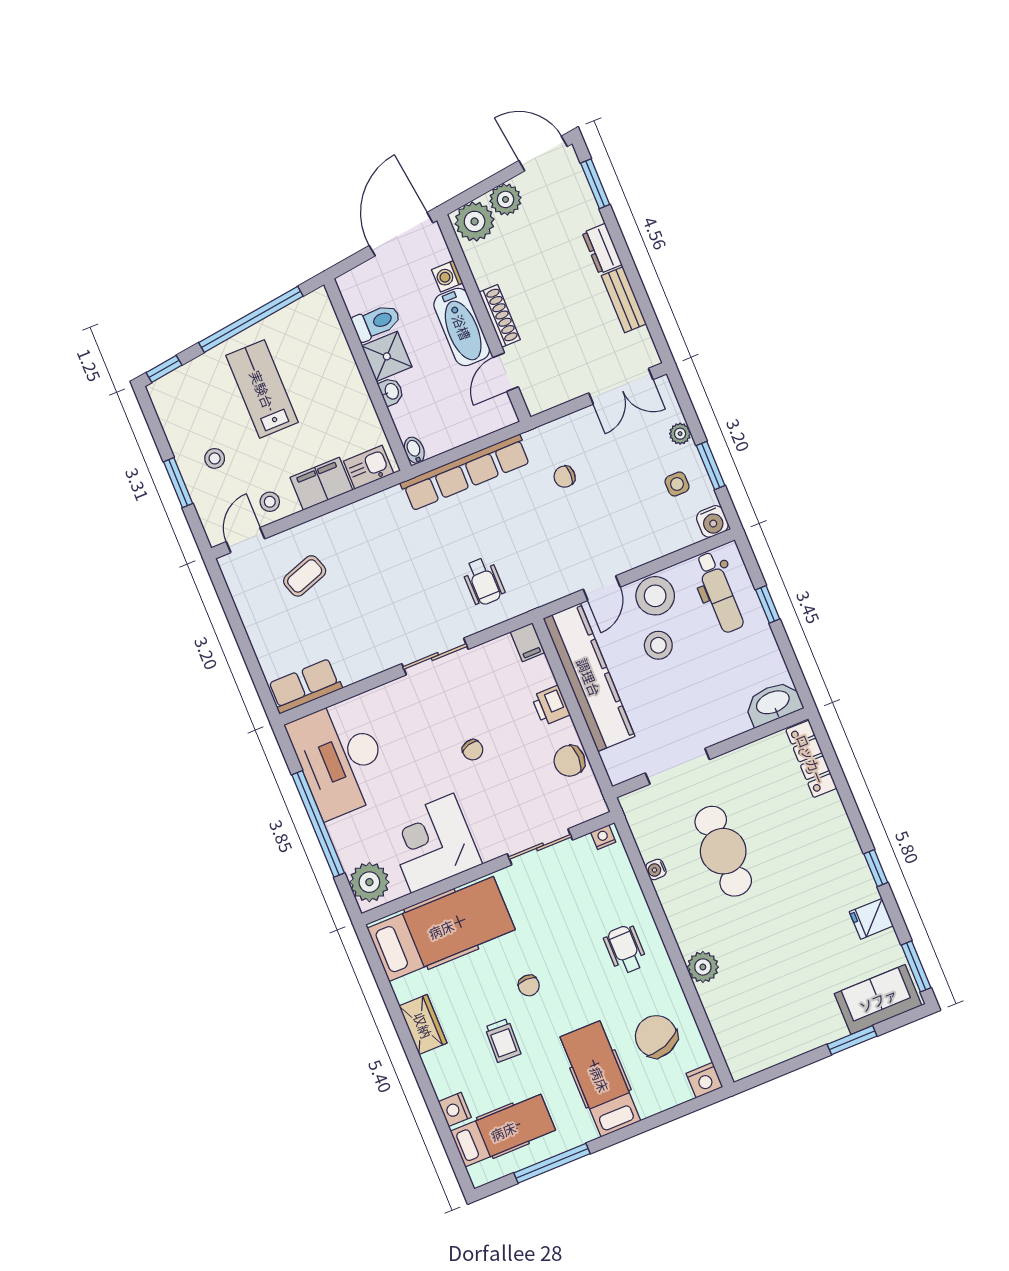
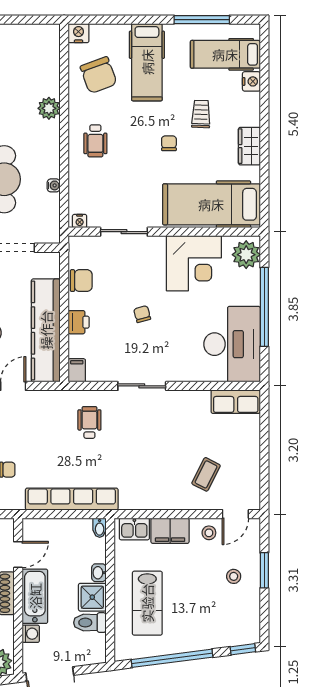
lab bench: (262, 389) -> (147, 603), moved
coffee table: (305, 576) -> (206, 474), turned -44

